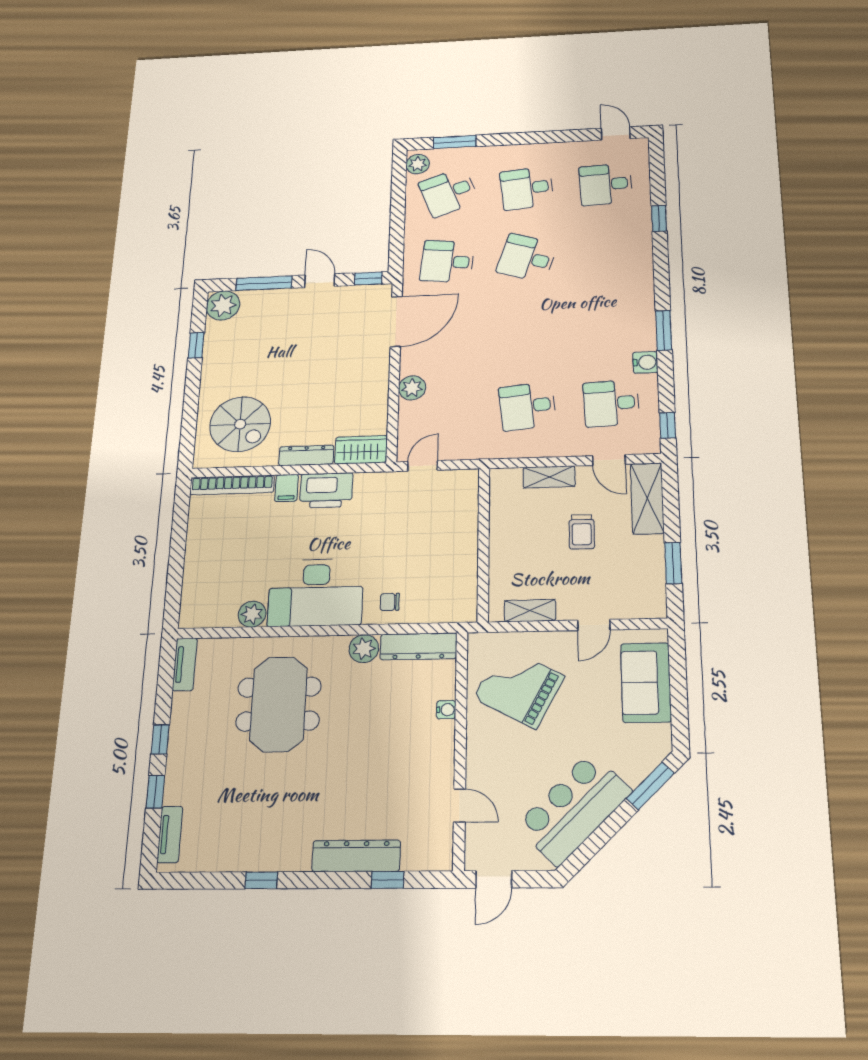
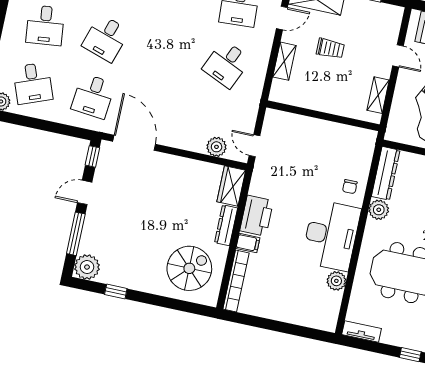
plant: (412, 388) -> (217, 147), moved
desk: (527, 406) -> (227, 64), turned 30

